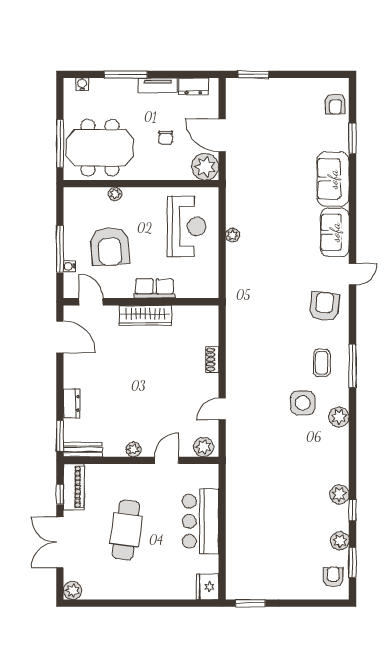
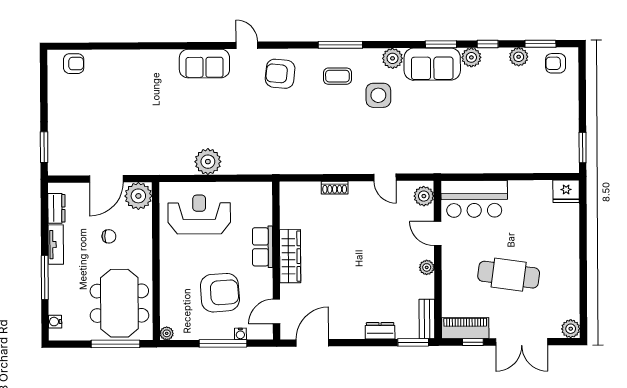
window: (352, 138) -> (441, 44), moved
sofa: (333, 179) -> (432, 64), moved
plant: (115, 194) -> (167, 333), moved
plant: (232, 235) -> (208, 162), width x1.87, depth x1.87
bar counter: (200, 521) -> (474, 199), moved

